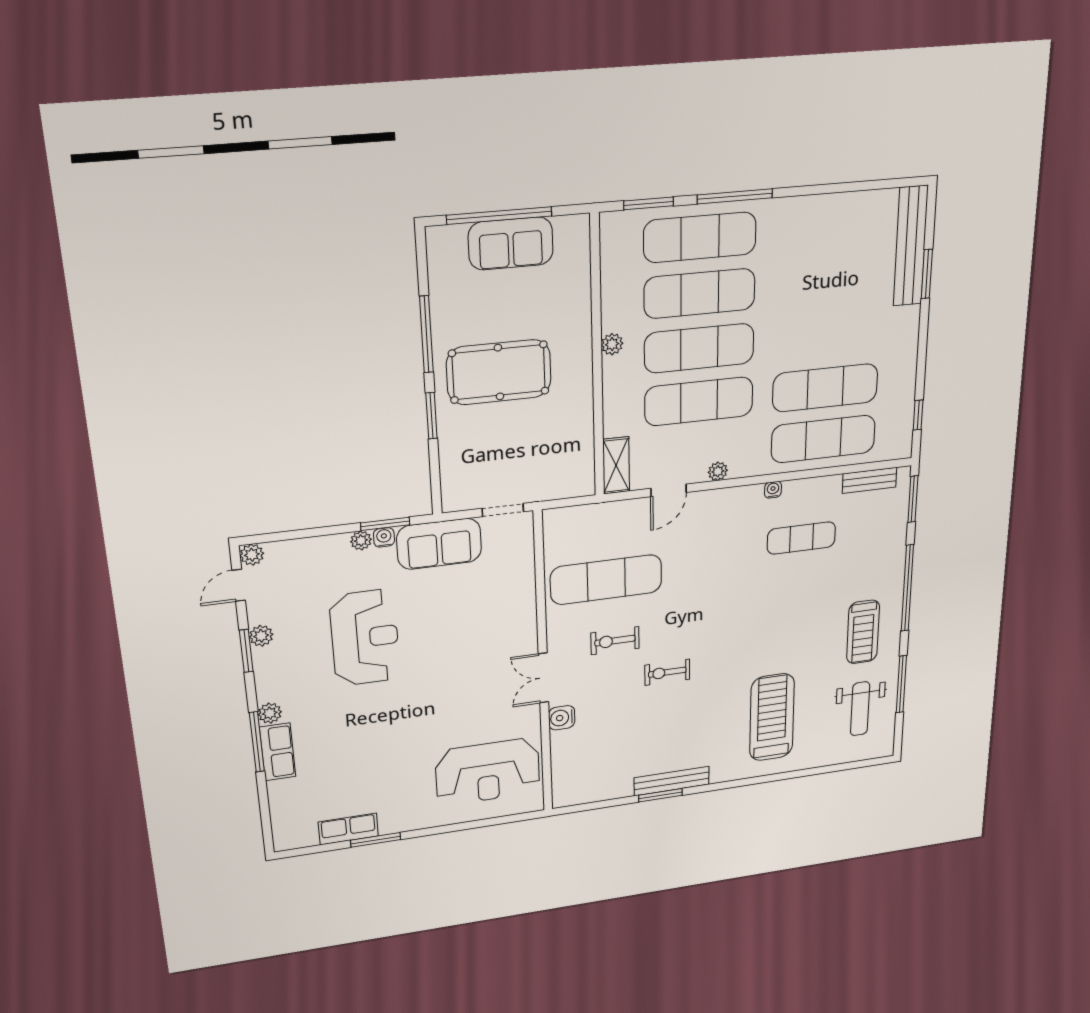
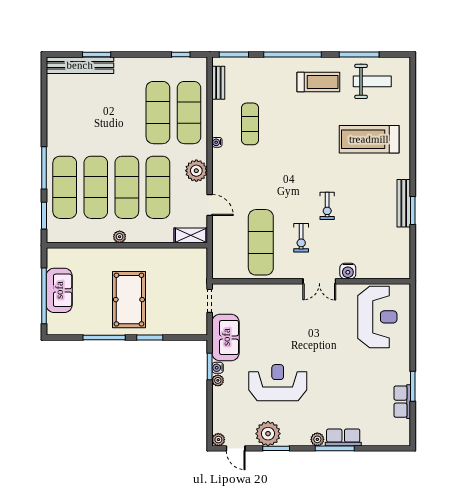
plant: (718, 471) -> (196, 171), width x1.88, depth x1.88
plant: (261, 636) -> (268, 434), width x1.88, depth x1.88

